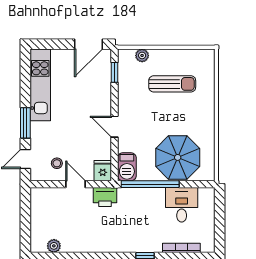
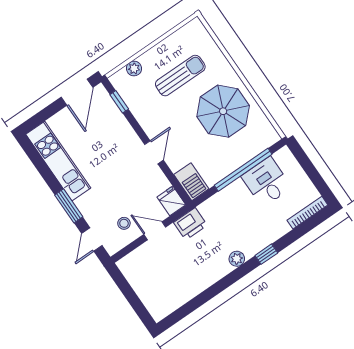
door: (114, 127) -> (154, 152), swing flipped
parasol: (178, 157) -> (223, 111), moved
window: (150, 184) -> (243, 170), moved
plant: (54, 246) -> (237, 259), moved
bookcase: (181, 248) -> (307, 213), moved

